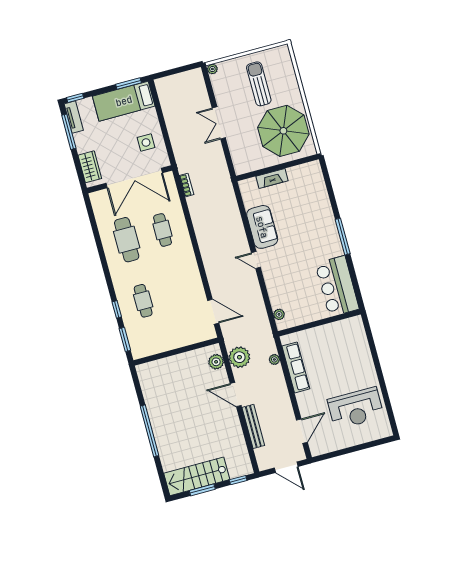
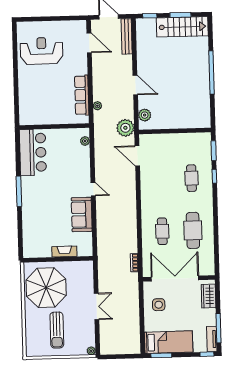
plant: (239, 357) -> (125, 128), moved
bench: (253, 426) -> (127, 36), moved
door: (302, 431) -> (89, 43), swing flipped

